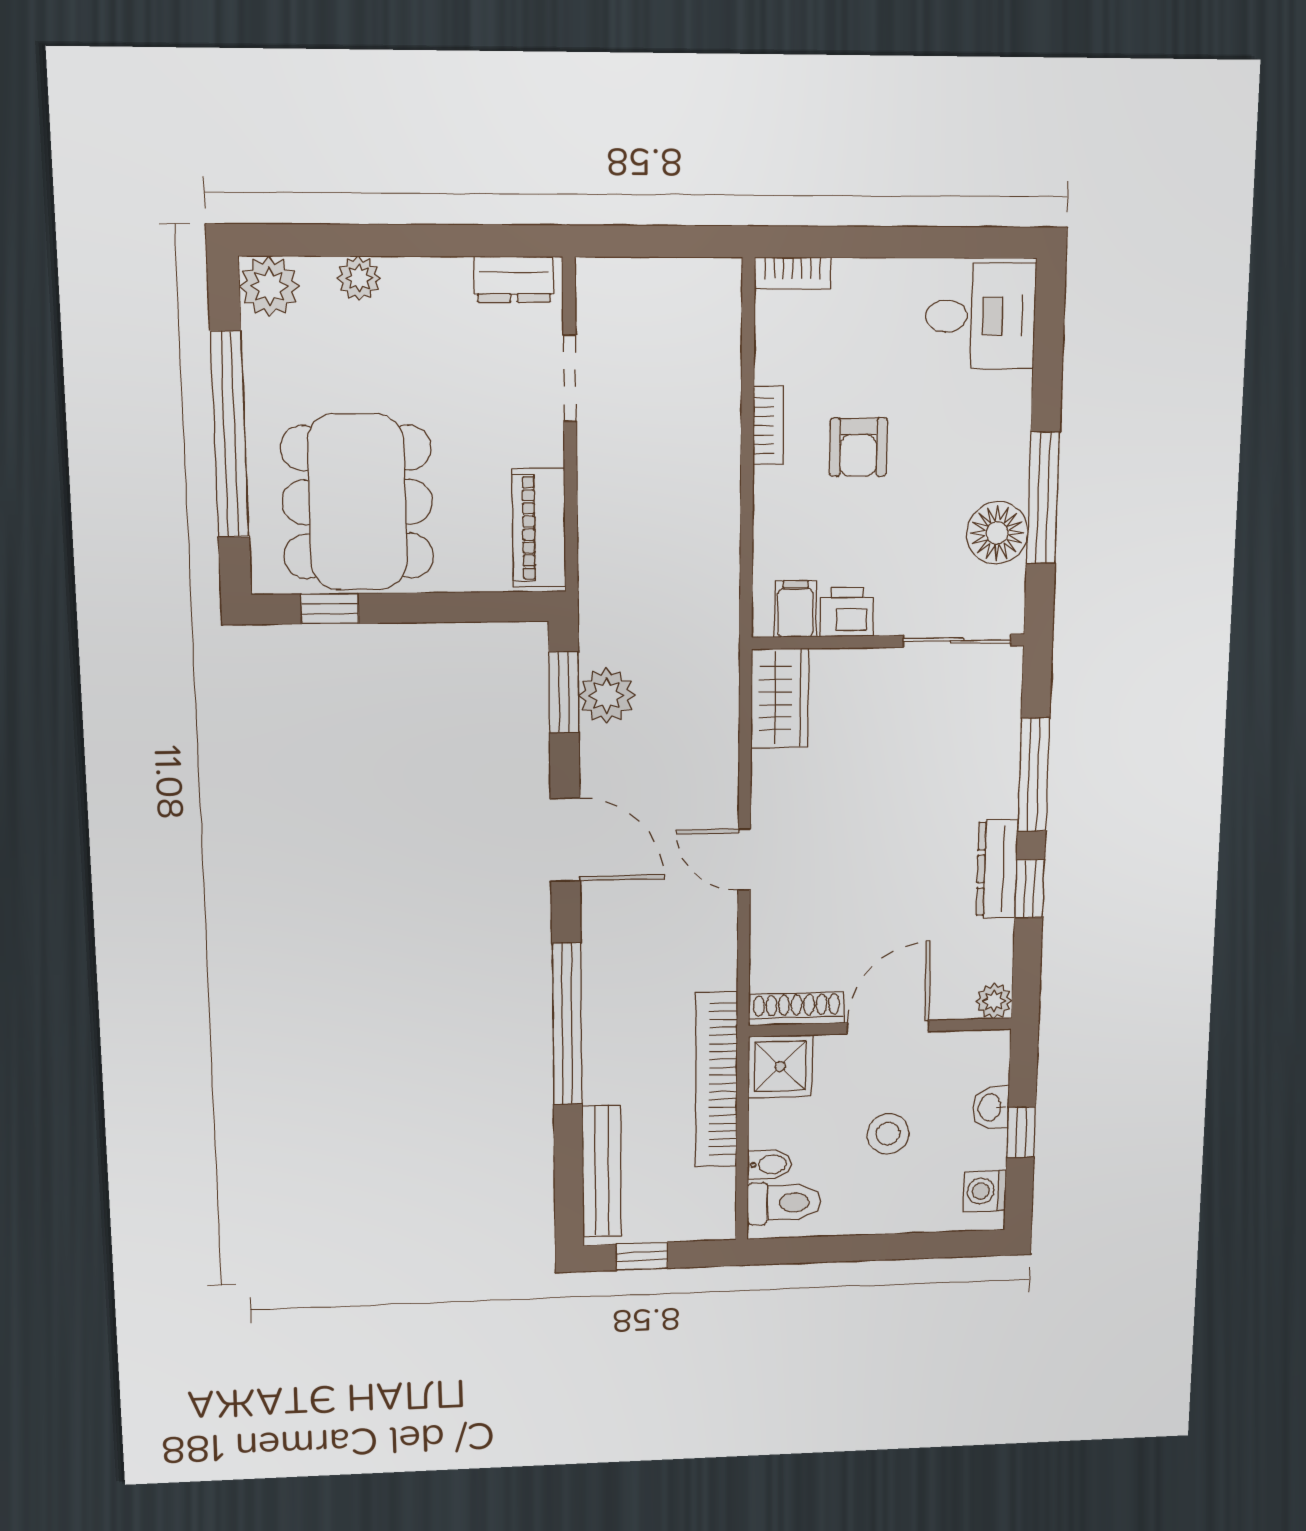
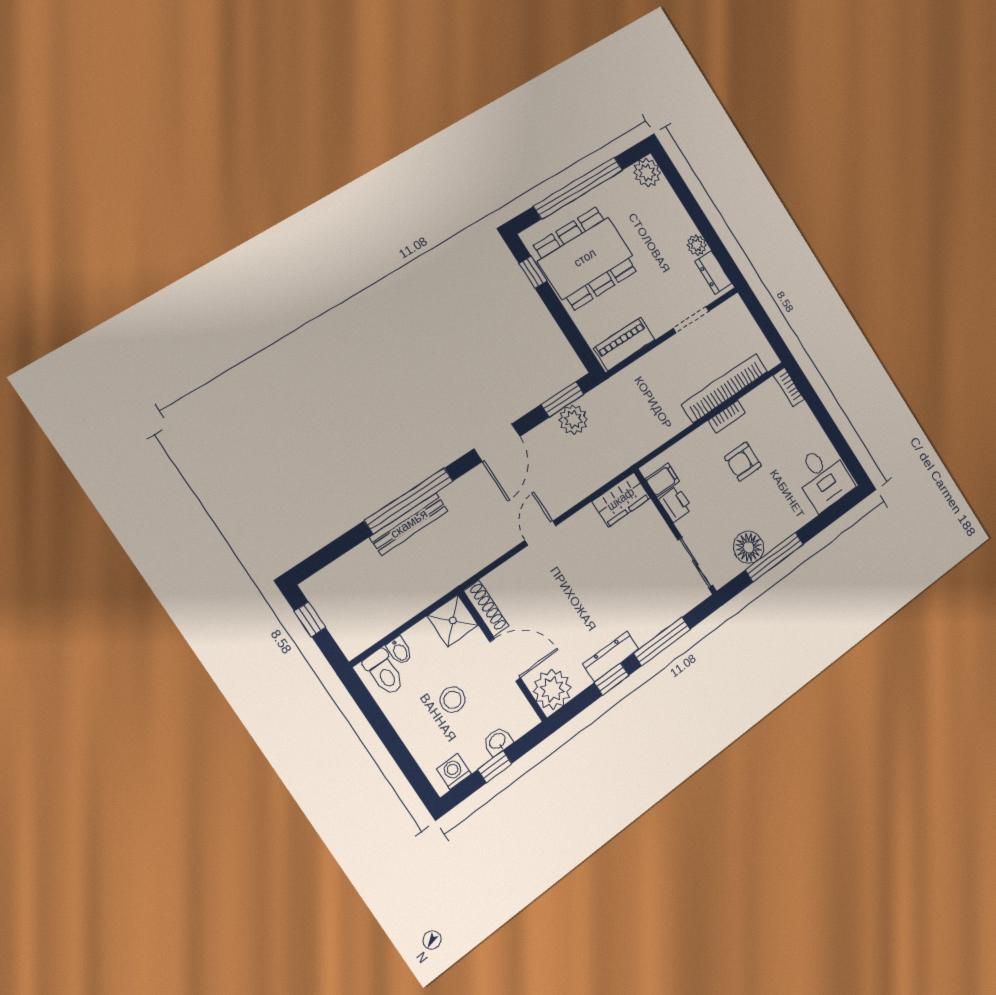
plant: (359, 278) -> (697, 245), moved
plant: (994, 1001) -> (552, 689), width x1.88, depth x1.88
bookcase: (716, 1080) -> (725, 388), moved
bench: (602, 1171) -> (409, 524), moved

